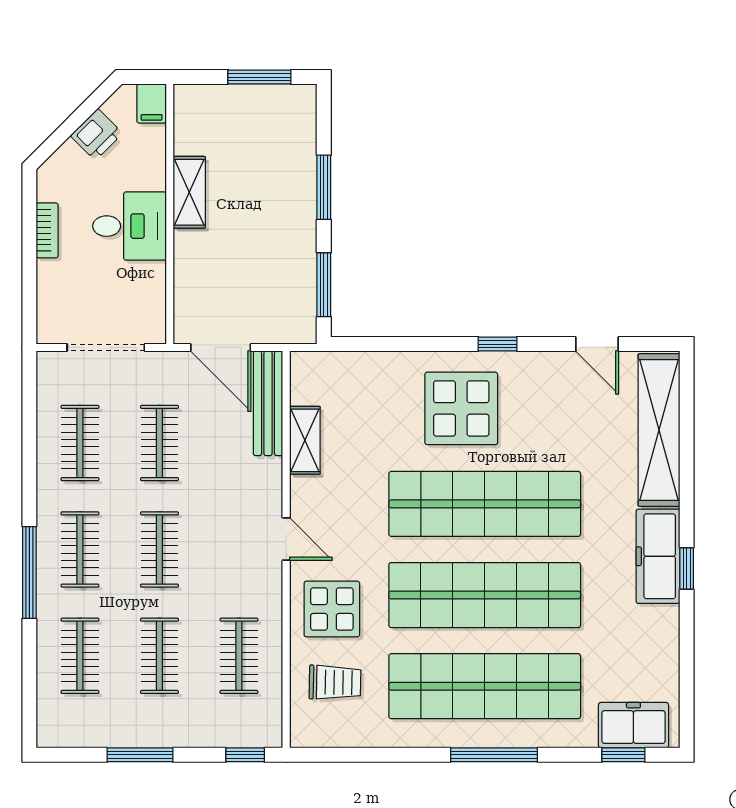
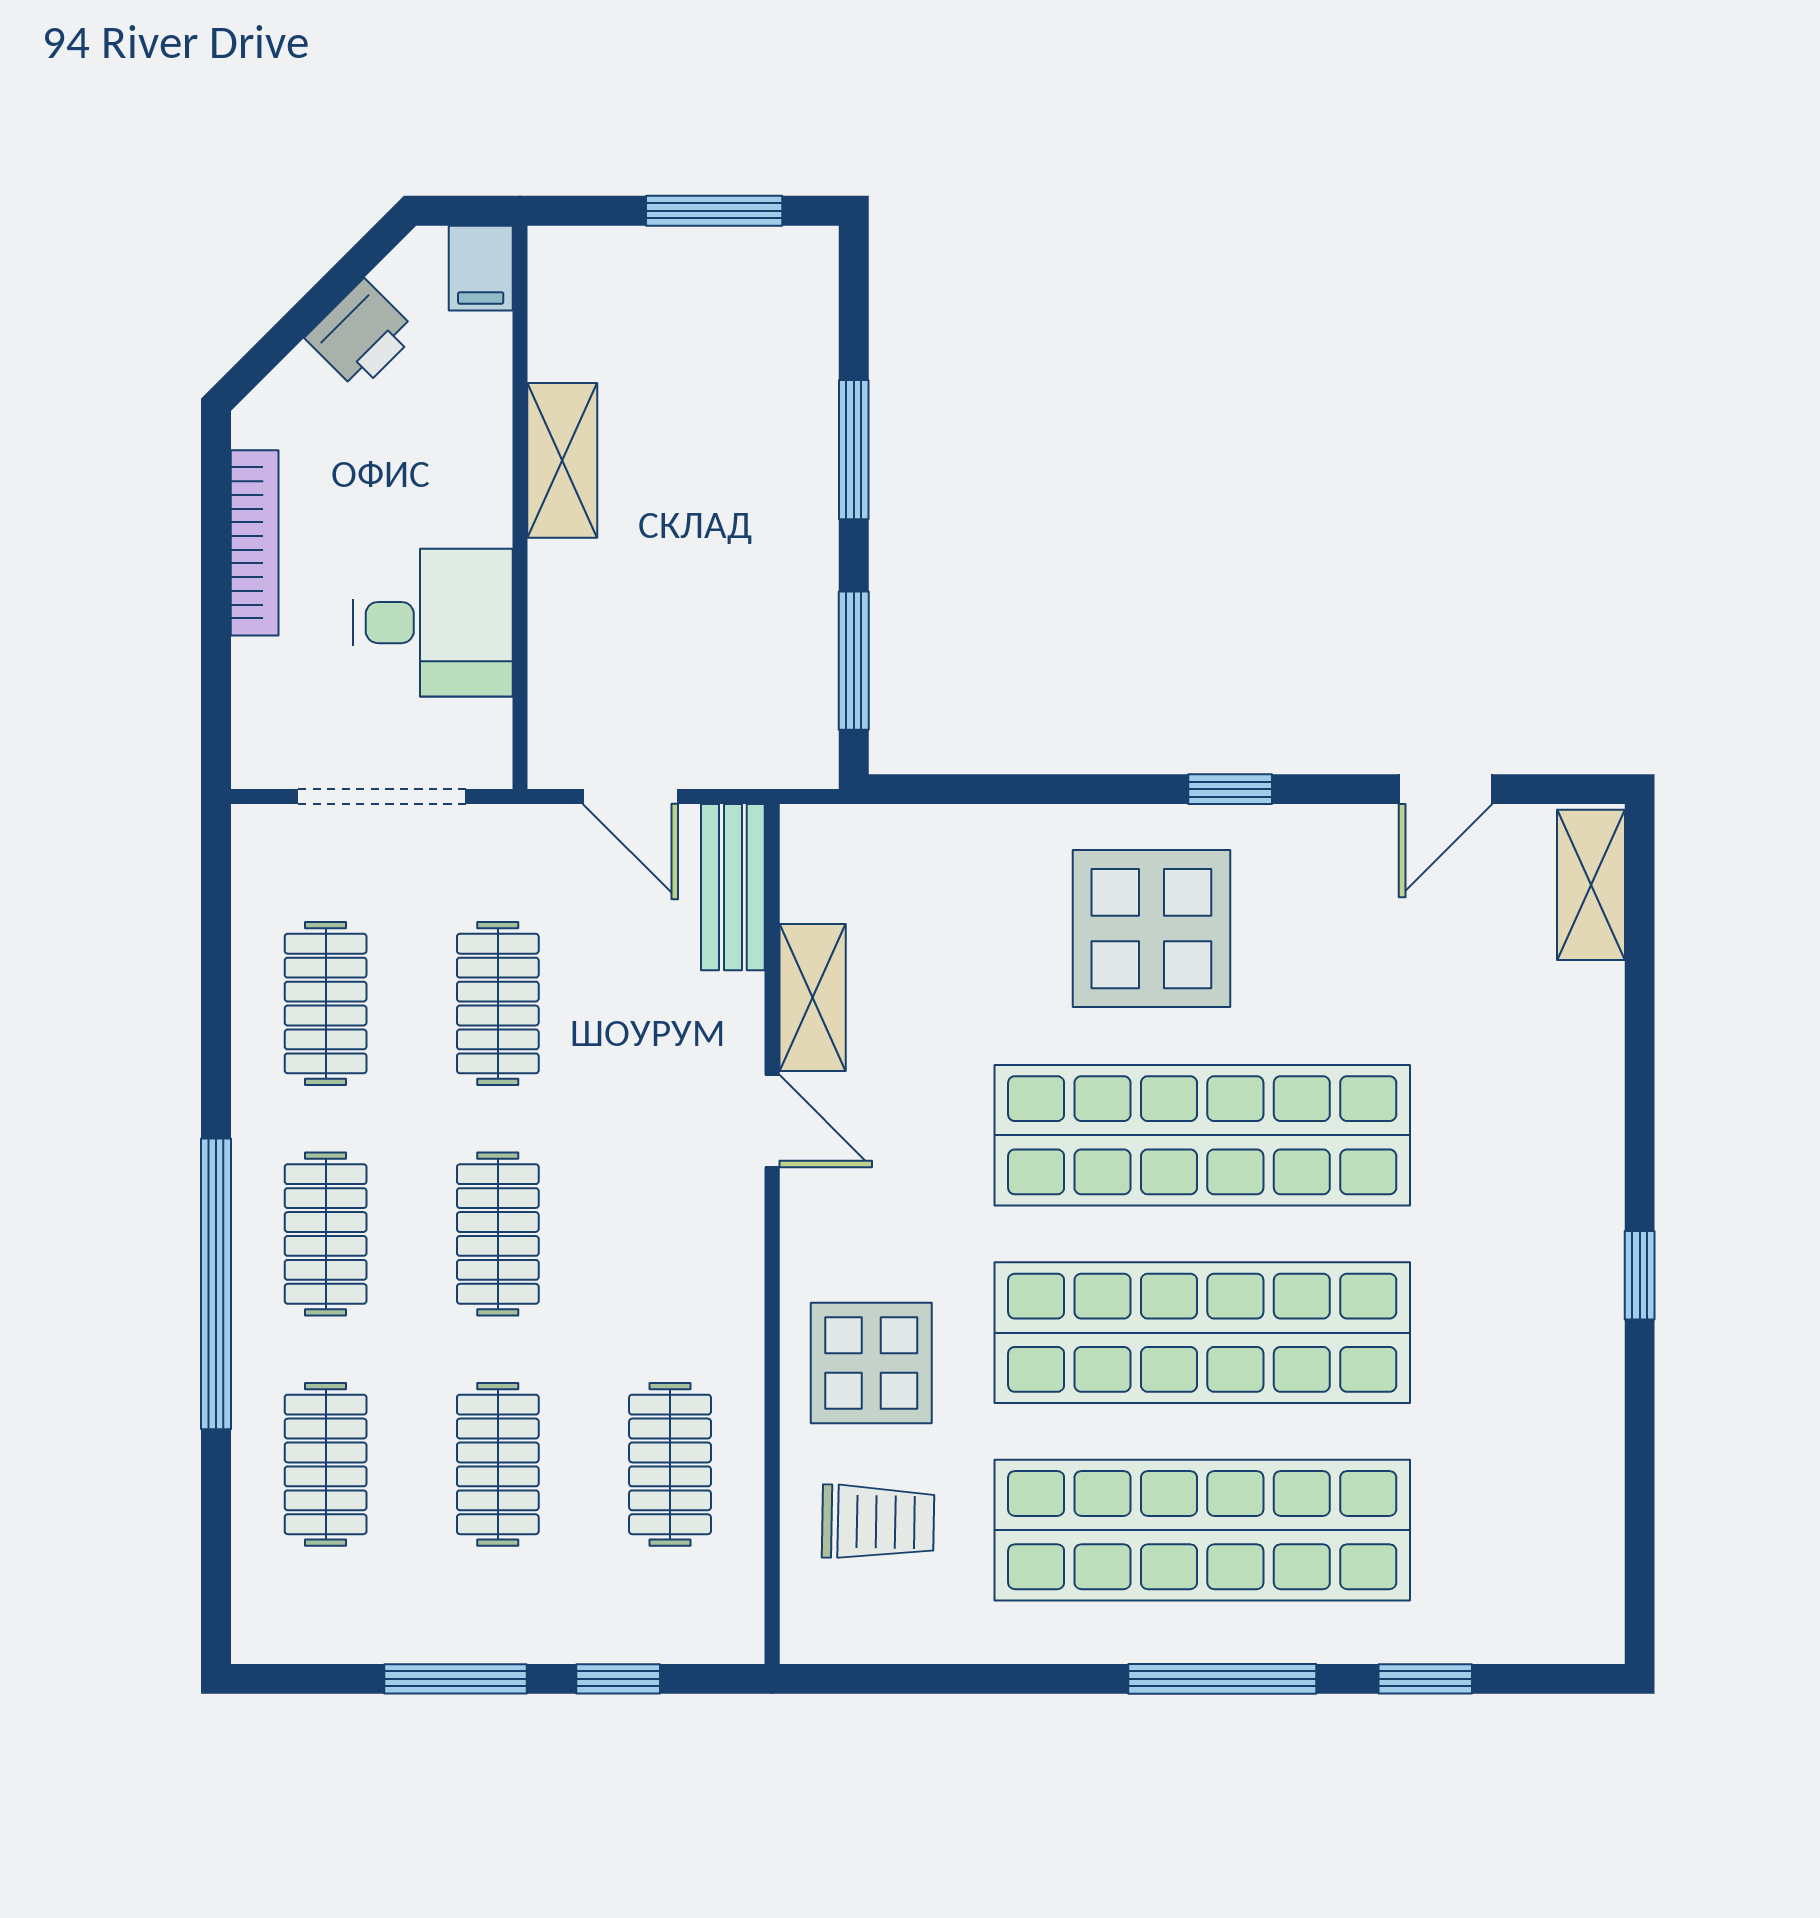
desk: (129, 226) -> (433, 623), moved
bookcase: (47, 230) -> (255, 543), width x1.56
door: (597, 344) -> (1446, 789), hinge flipped
door: (221, 347) -> (630, 797), width x0.73
bench: (268, 403) -> (733, 887), width x0.73
shelving: (659, 430) -> (1591, 885), width x0.45, depth x0.75
door: (286, 539) -> (772, 1121), moved
freezer: (658, 556) -> (1577, 1249), removed
window: (29, 573) -> (216, 1284), width x1.46
freezer: (633, 725) -> (1525, 1615), removed
window: (245, 755) -> (618, 1679), moved
window: (623, 755) -> (1425, 1679), moved

